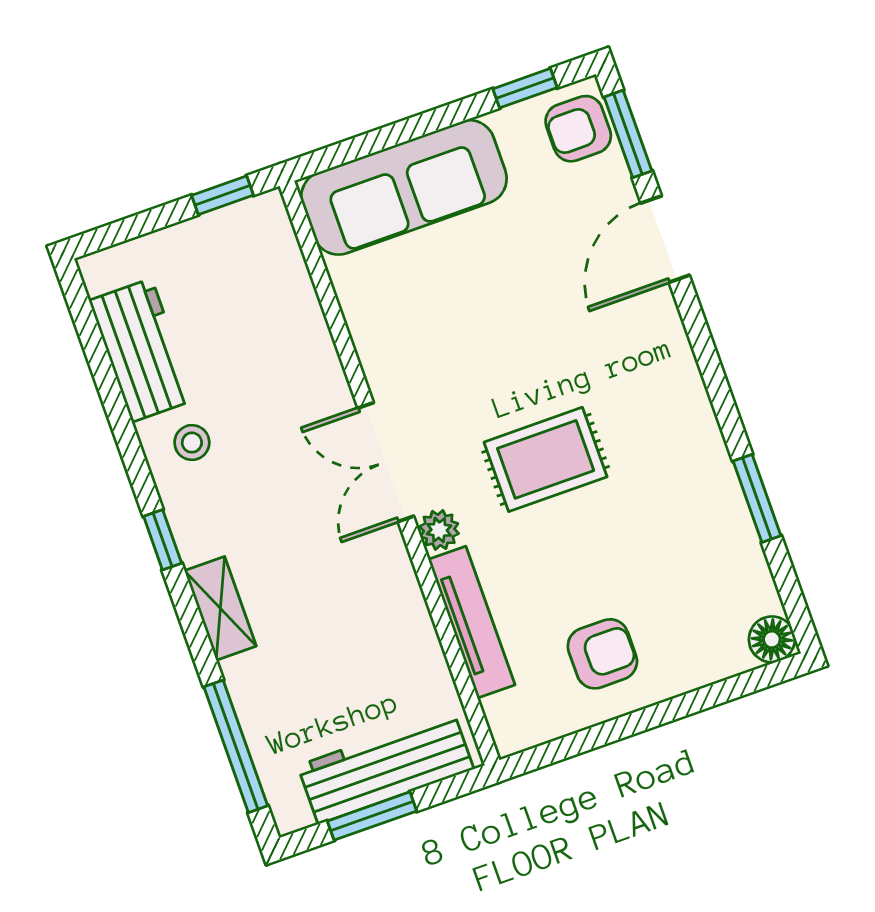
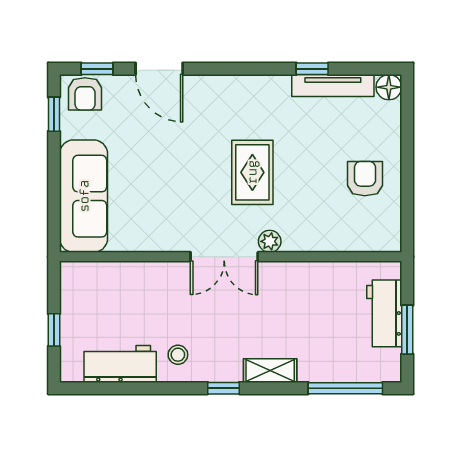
window: (628, 134) -> (97, 69), width x0.67
window: (222, 195) -> (54, 330), moved
window: (757, 498) -> (312, 69), width x0.67
tv unit: (472, 622) -> (333, 86), moved, turned 180
workbench: (386, 767) -> (384, 313), width x0.73

